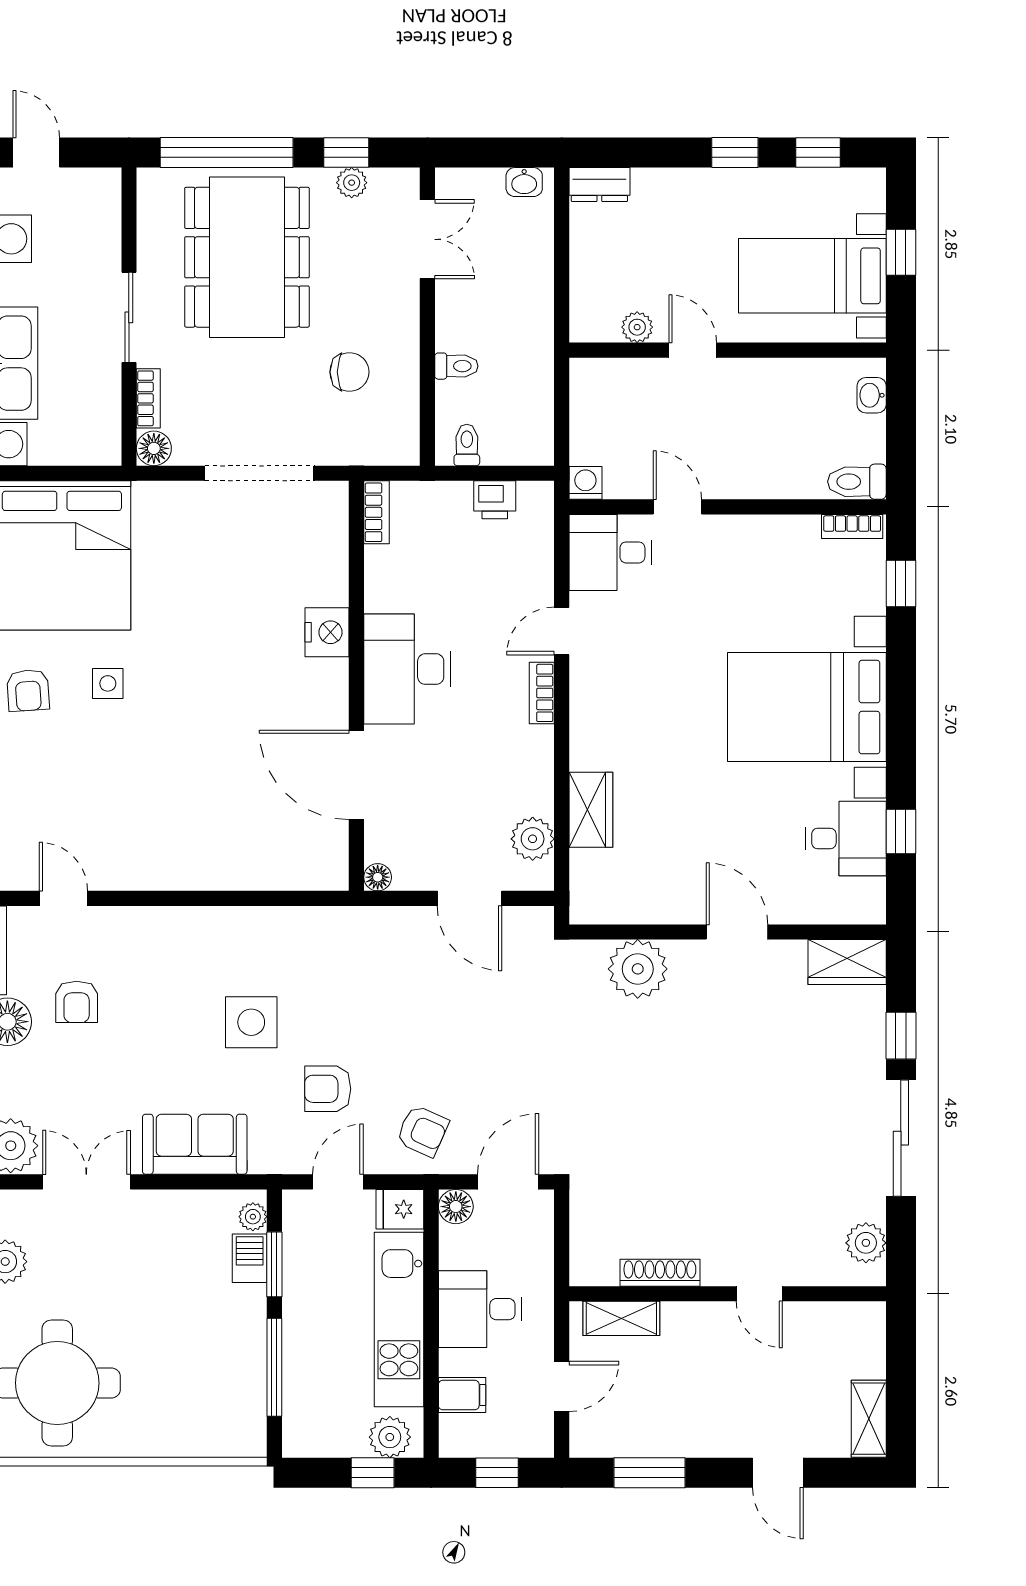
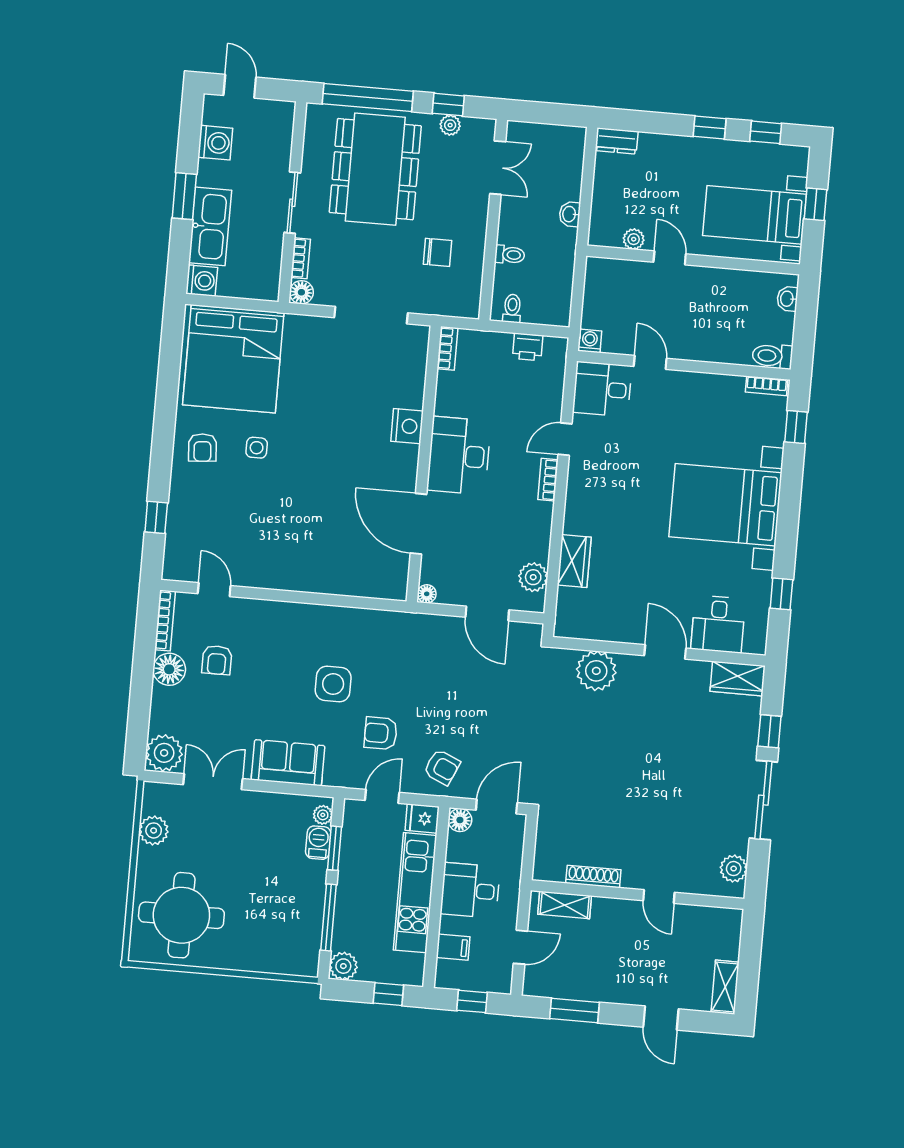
washbasin: (524, 182) -> (570, 214), moved, turned 90
desk: (846, 839) -> (718, 624), moved, turned 90
plant: (390, 1437) -> (343, 966), moved

